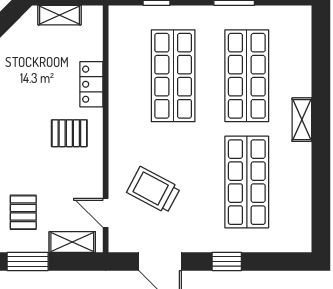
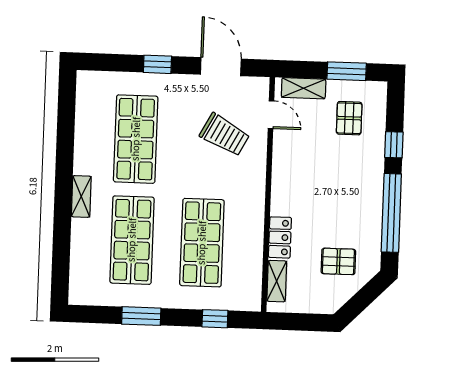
shelving: (59, 15) -> (277, 281), moved, turned 90
pallet: (69, 133) -> (338, 261), moved

